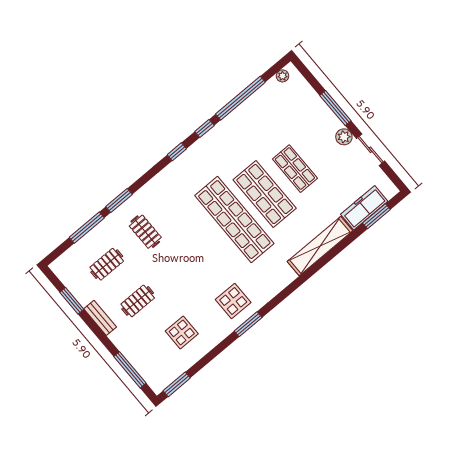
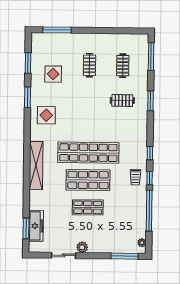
window: (335, 108) -> (124, 256), moved
trolley: (217, 145) -> (135, 177), added
window: (87, 228) -> (151, 57), moved
shelving: (320, 246) -> (36, 166), moved
window: (72, 301) -> (119, 31), removed
bench: (100, 318) -> (98, 38), removed
window: (248, 324) -> (28, 97), moved
window: (177, 384) -> (28, 63), moved

